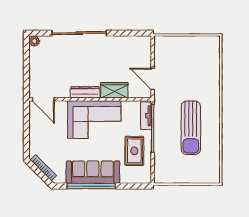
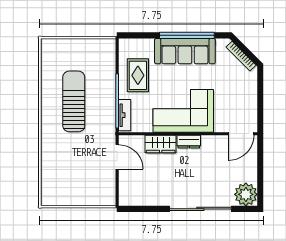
plant: (34, 41) -> (246, 194), width x1.88, depth x1.88
dresser: (85, 92) -> (189, 142), width x0.70
door: (43, 99) -> (241, 134), swing flipped

